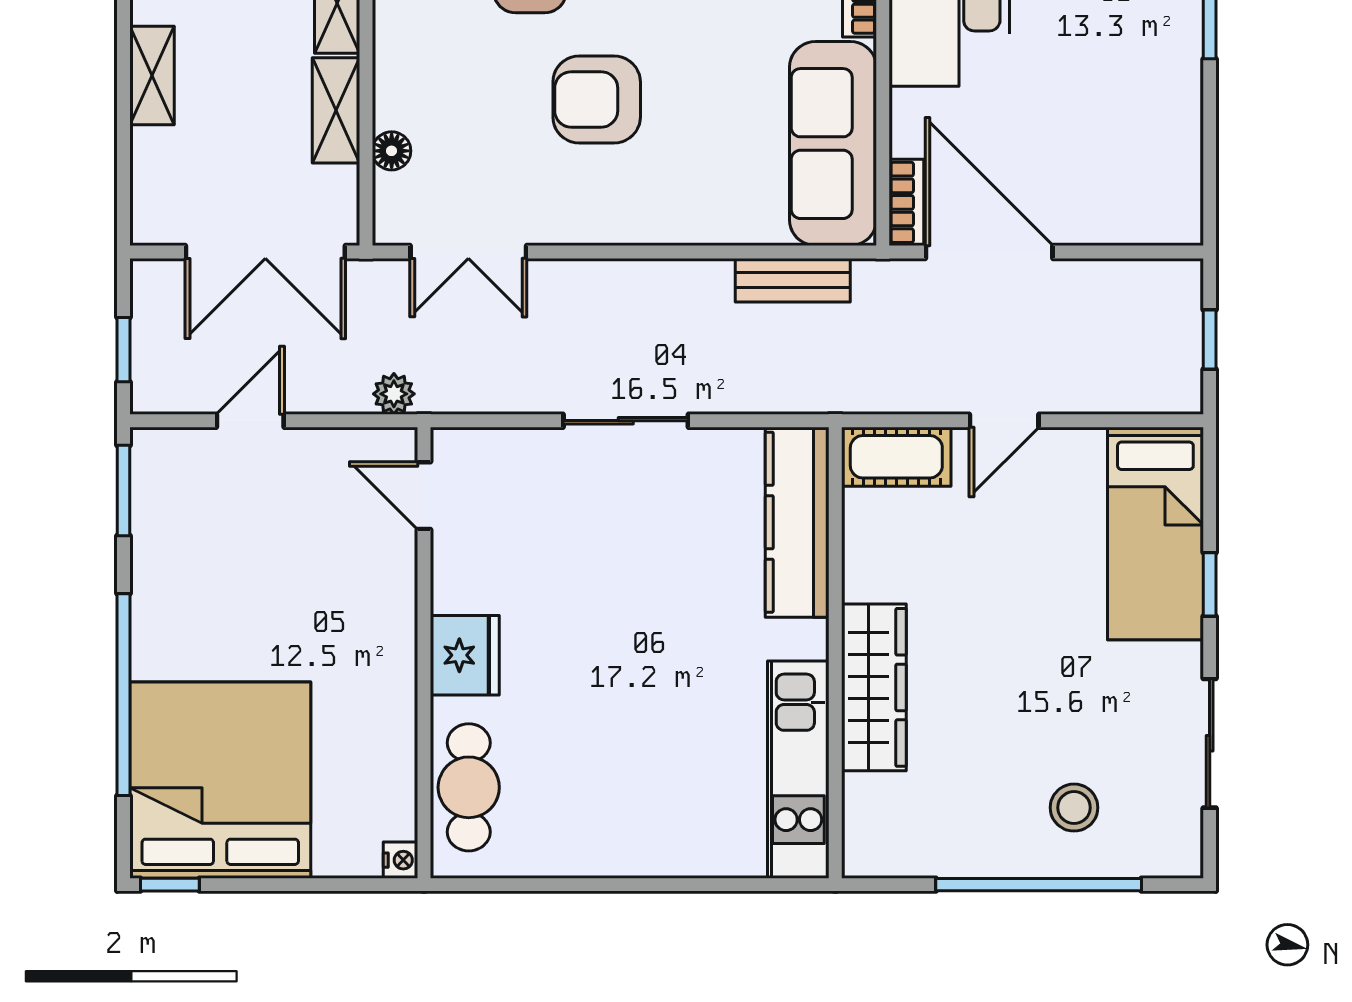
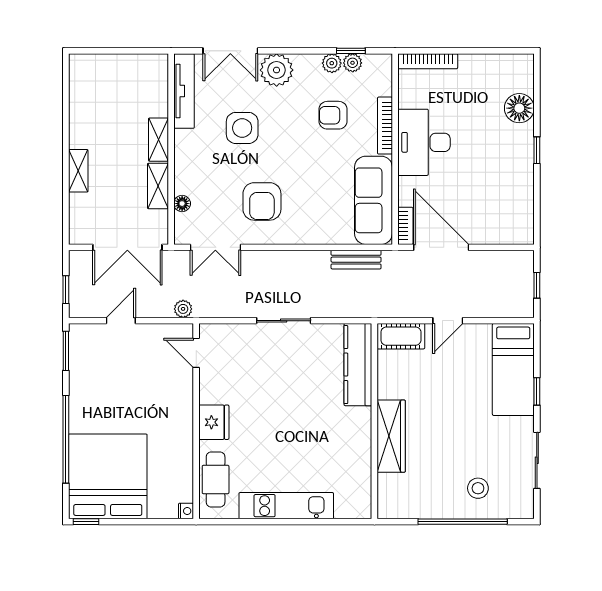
armchair: (597, 99) -> (262, 201), moved, turned -90
kitchen unit: (798, 770) -> (286, 506), moved, turned 90

